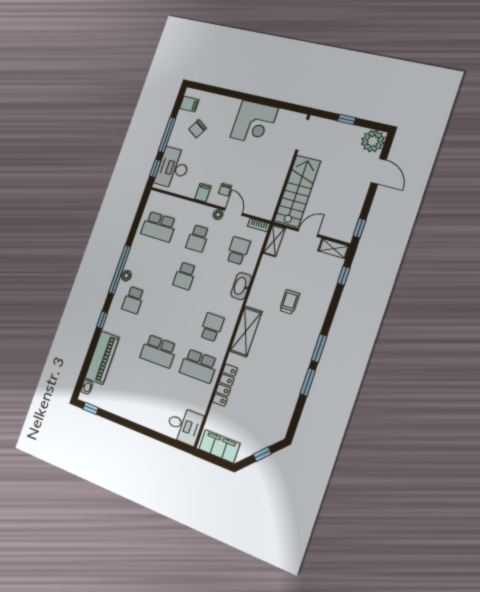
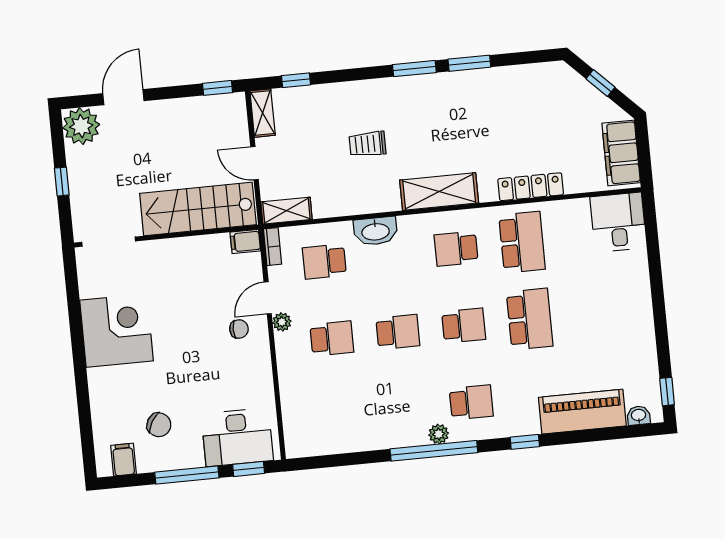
filing cabinet: (203, 193) -> (245, 242), moved
school desk: (159, 227) -> (464, 326), moved, width x0.54

